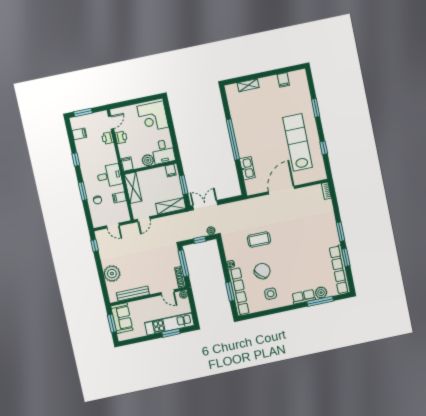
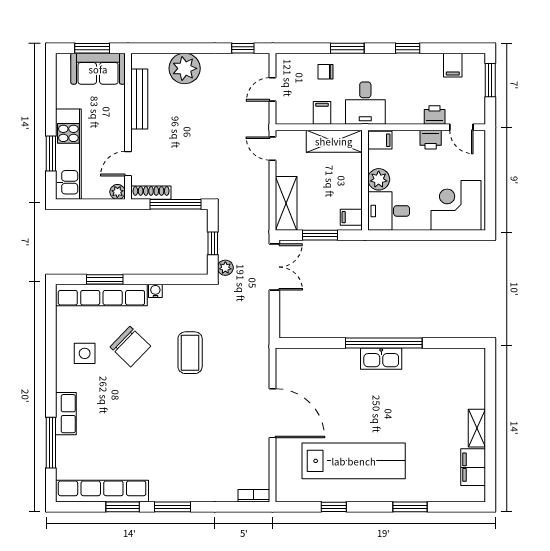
filing cabinet: (283, 80) -> (473, 467), width x2.00
shelving: (248, 85) -> (477, 428), moved
kitchen sink: (247, 168) -> (381, 359), moved
plant: (321, 293) -> (67, 448), removed

